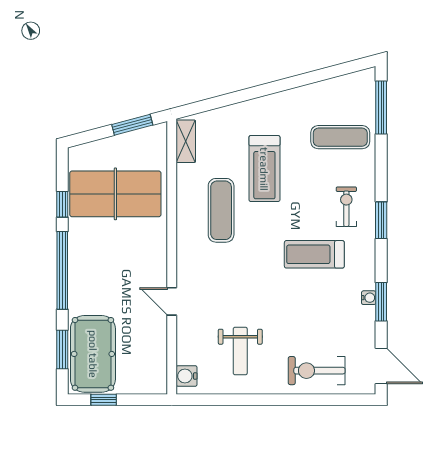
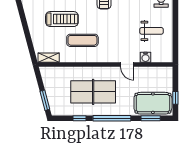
window: (132, 125) -> (45, 100), moved
table tennis table: (115, 194) -> (93, 92), moved, turned 90
door: (172, 301) -> (127, 64), hinge flipped
water cooler: (187, 376) -> (146, 57), moved

